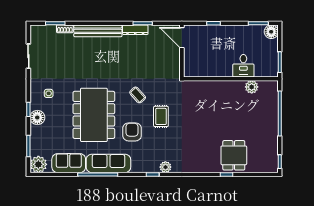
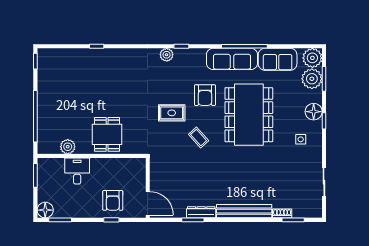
armchair: (212, 40) -> (113, 200), added
rug: (161, 116) -> (172, 113), turned 90
plant: (39, 146) -> (312, 79), added
dining table: (234, 155) -> (107, 134), moved

